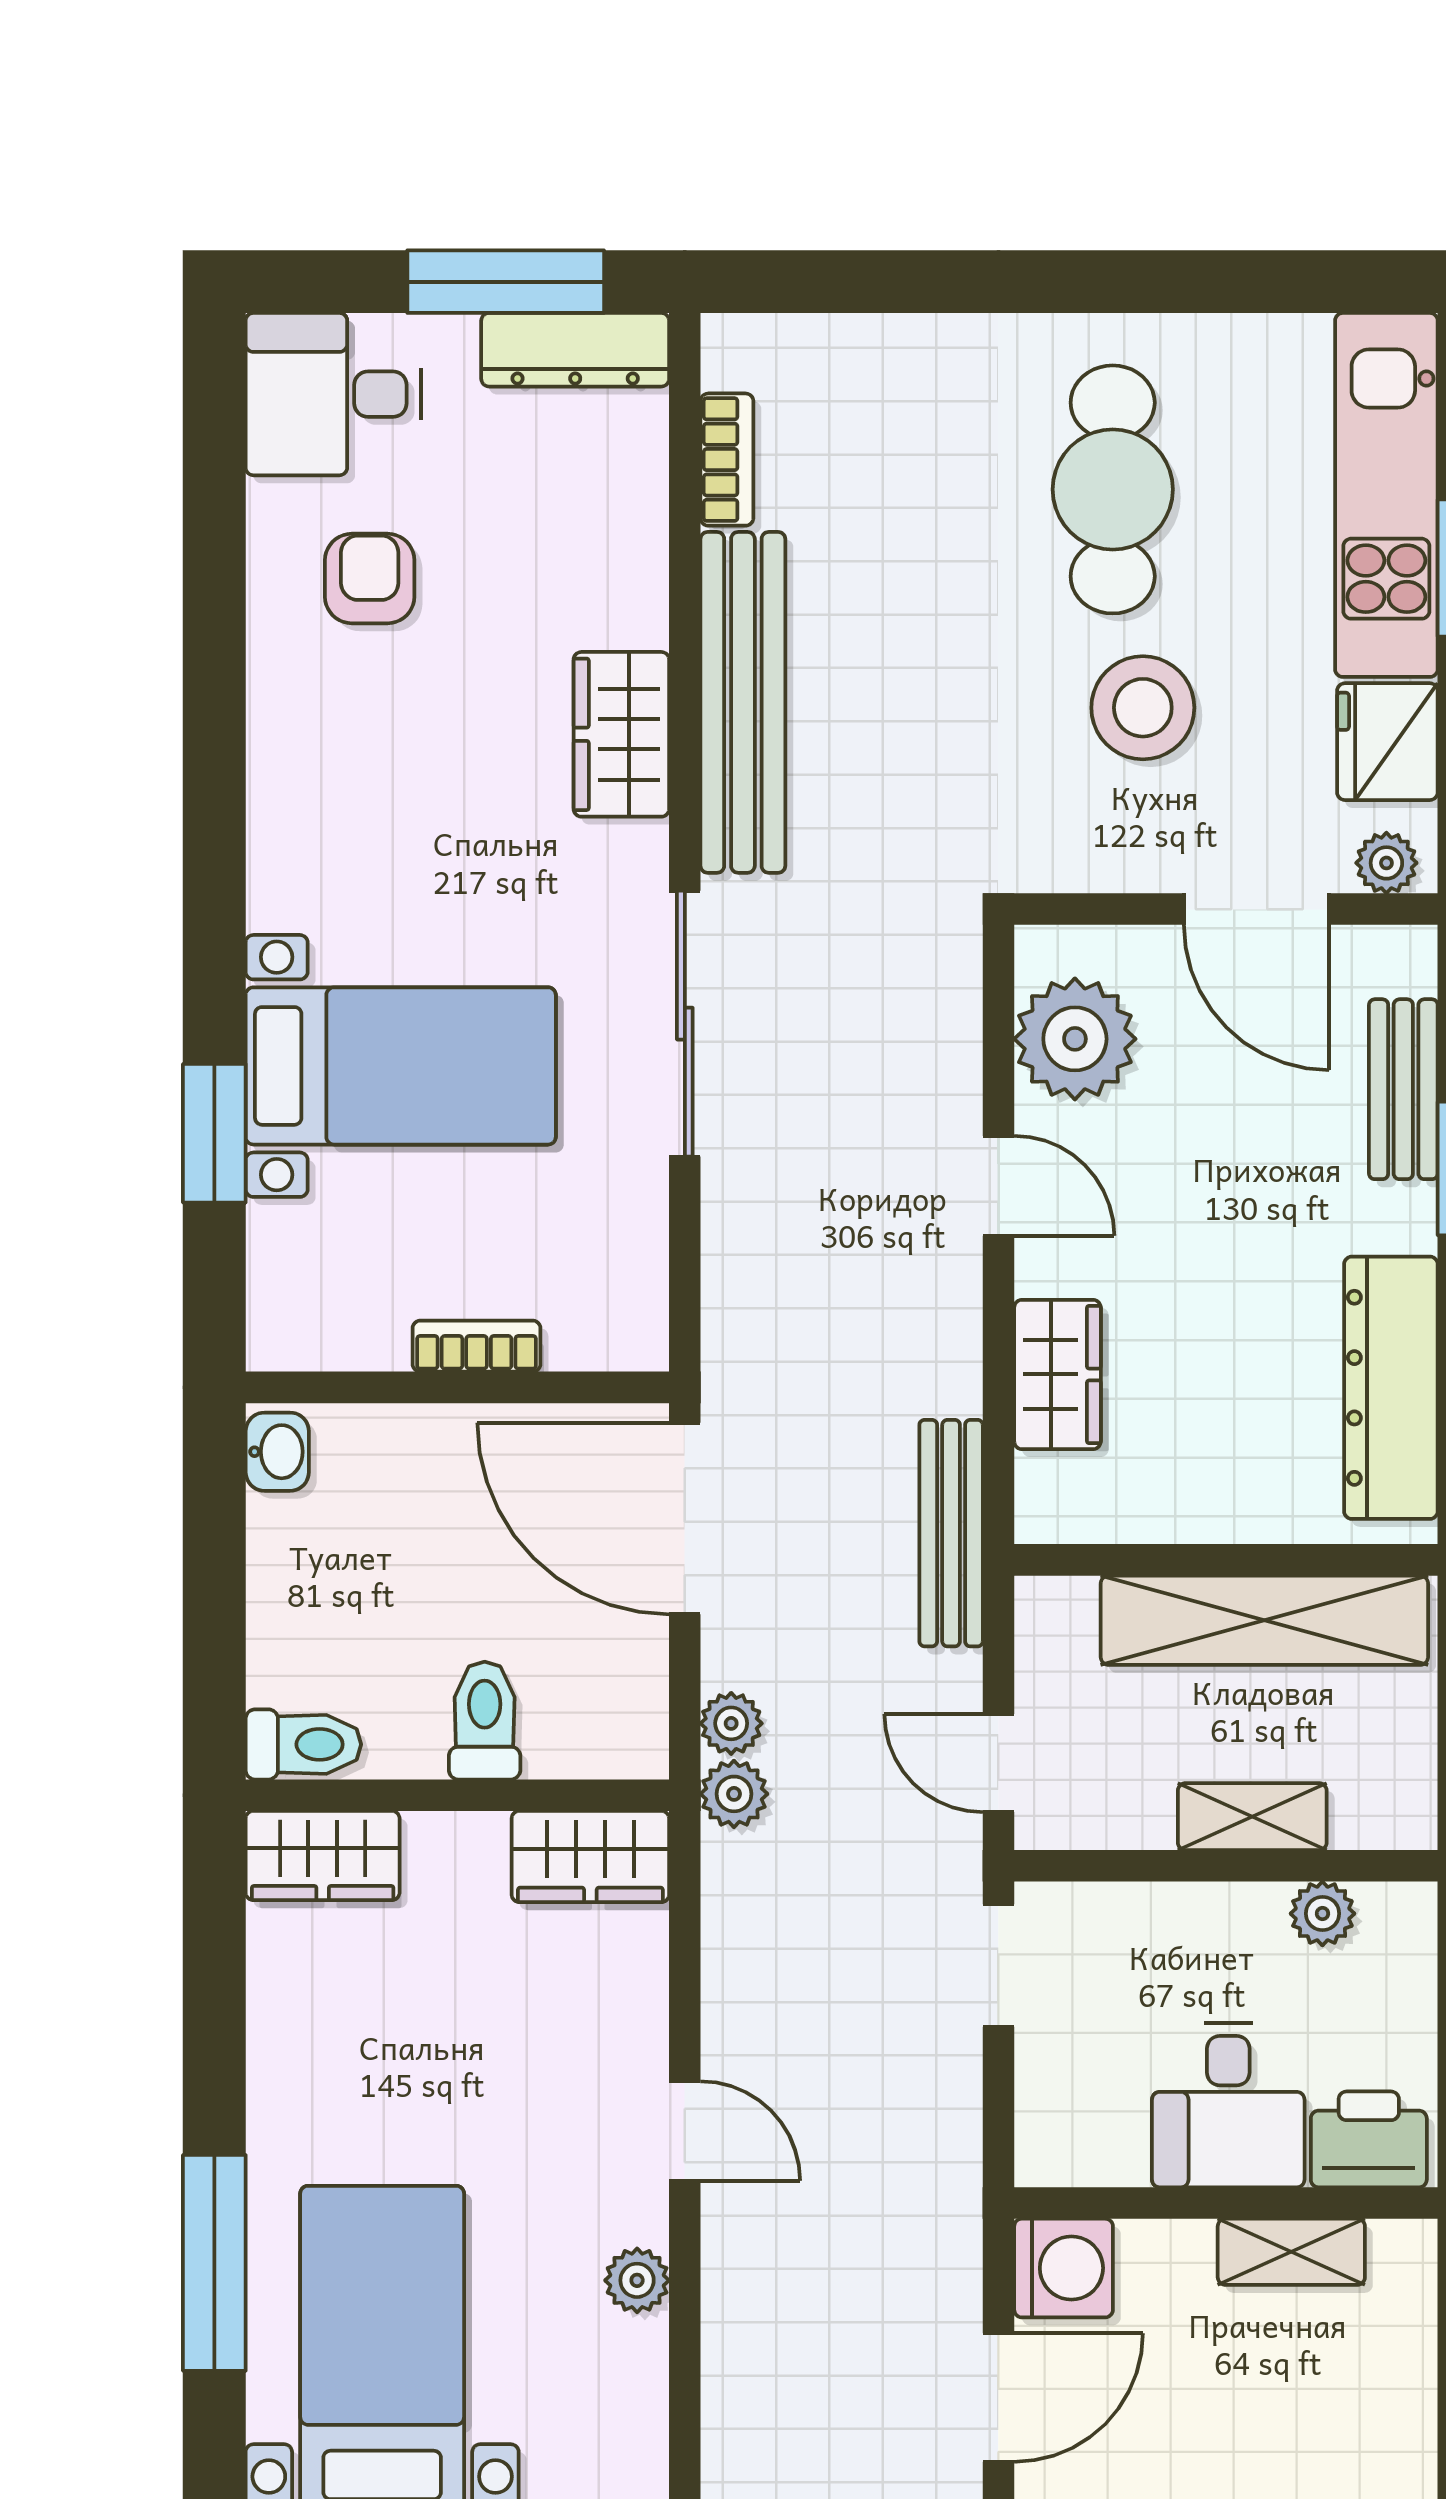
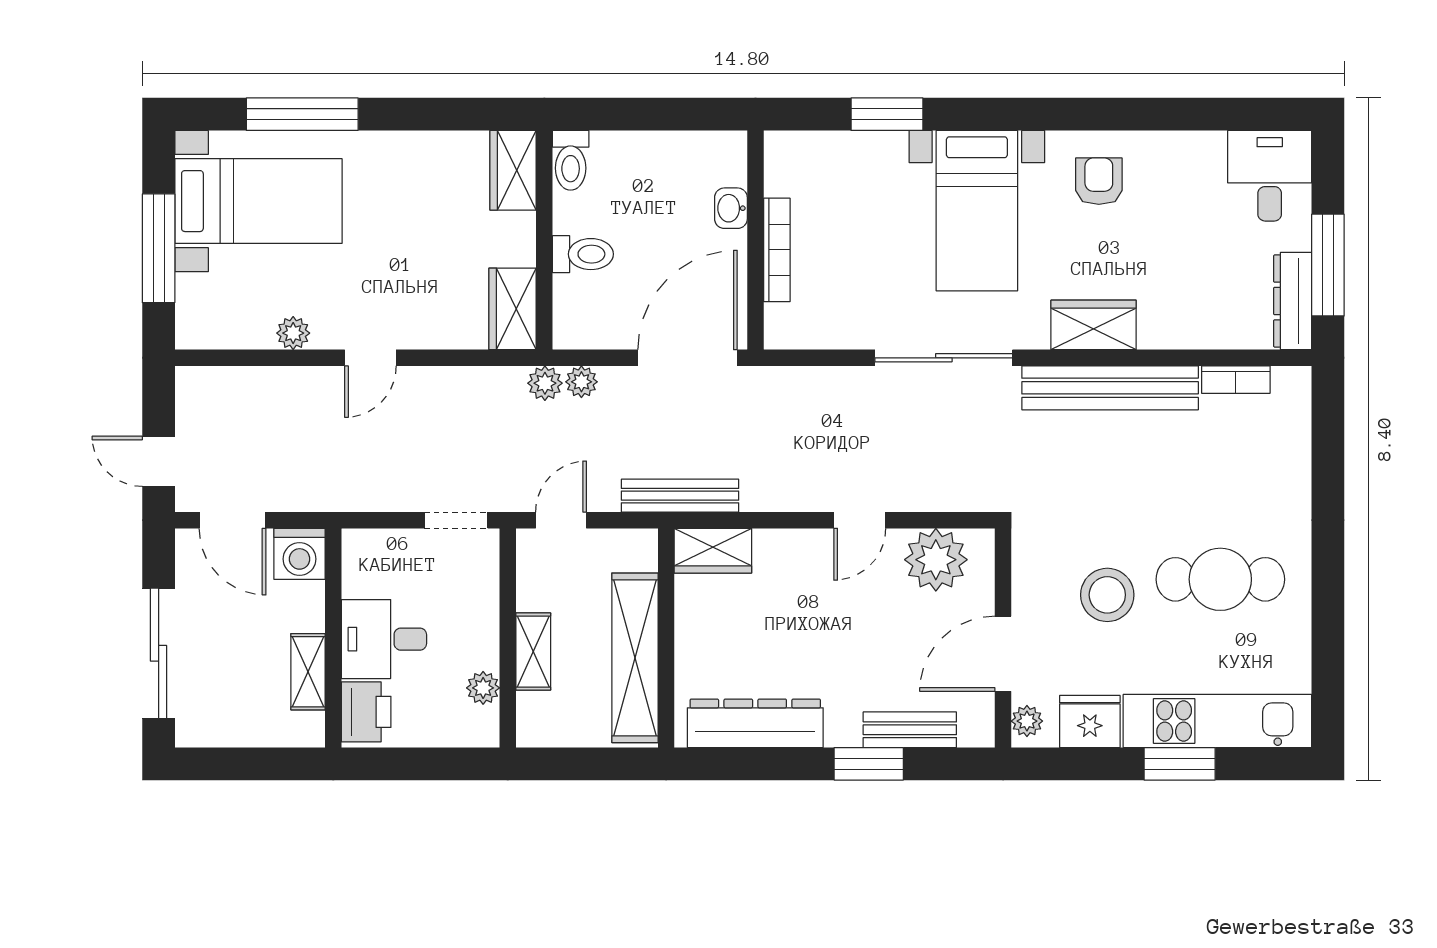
armchair: (370, 579) -> (1099, 181), moved, turned -90
bed with nightstands: (401, 1066) -> (977, 211), moved
bookcase: (477, 1346) -> (777, 250), width x1.56
wardrobe: (1057, 1374) -> (713, 551), moved
washbasin: (277, 1452) -> (731, 208), moved, turned 90

